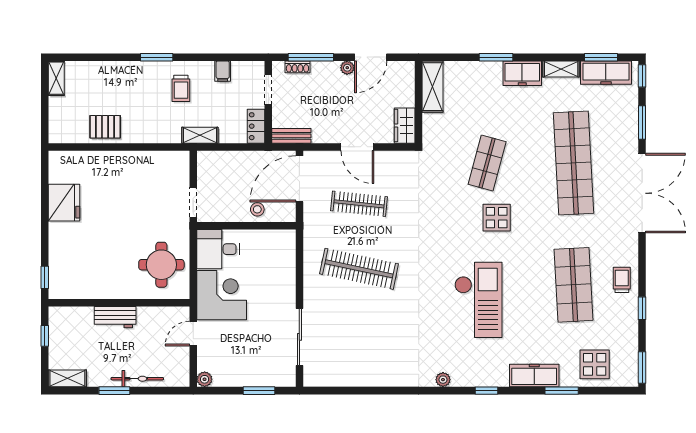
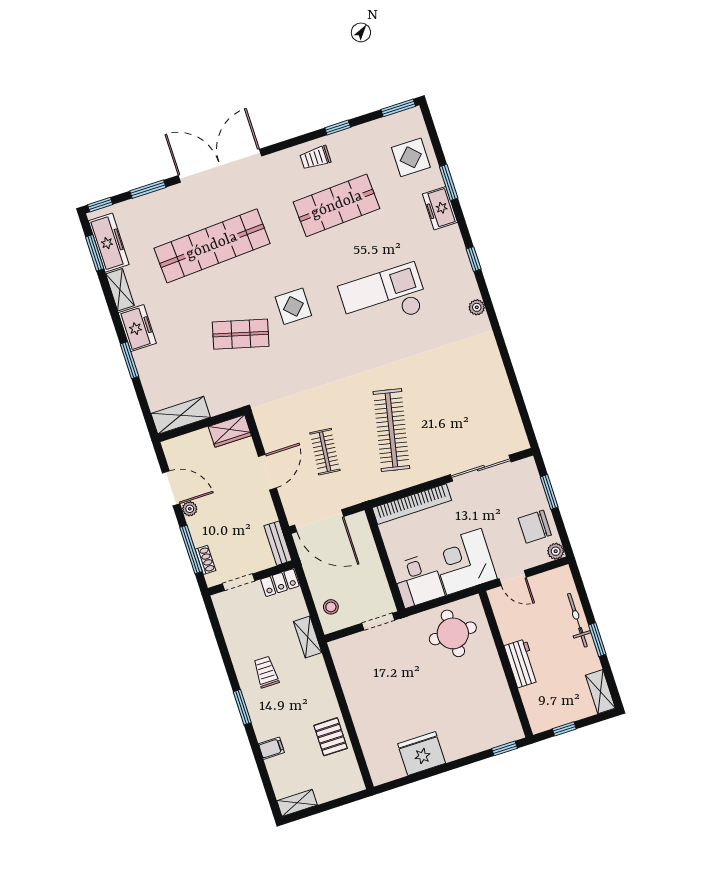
filing cabinet: (223, 71) -> (271, 748), moved
trolley: (181, 88) -> (266, 672), turned -90
clothes rail: (359, 204) -> (325, 452), width x0.73
stool: (257, 209) -> (331, 607), moved
bookcase: (288, 266) -> (412, 504), added
chair: (232, 368) -> (535, 527), added
freezer: (534, 376) -> (440, 208), width x0.71

